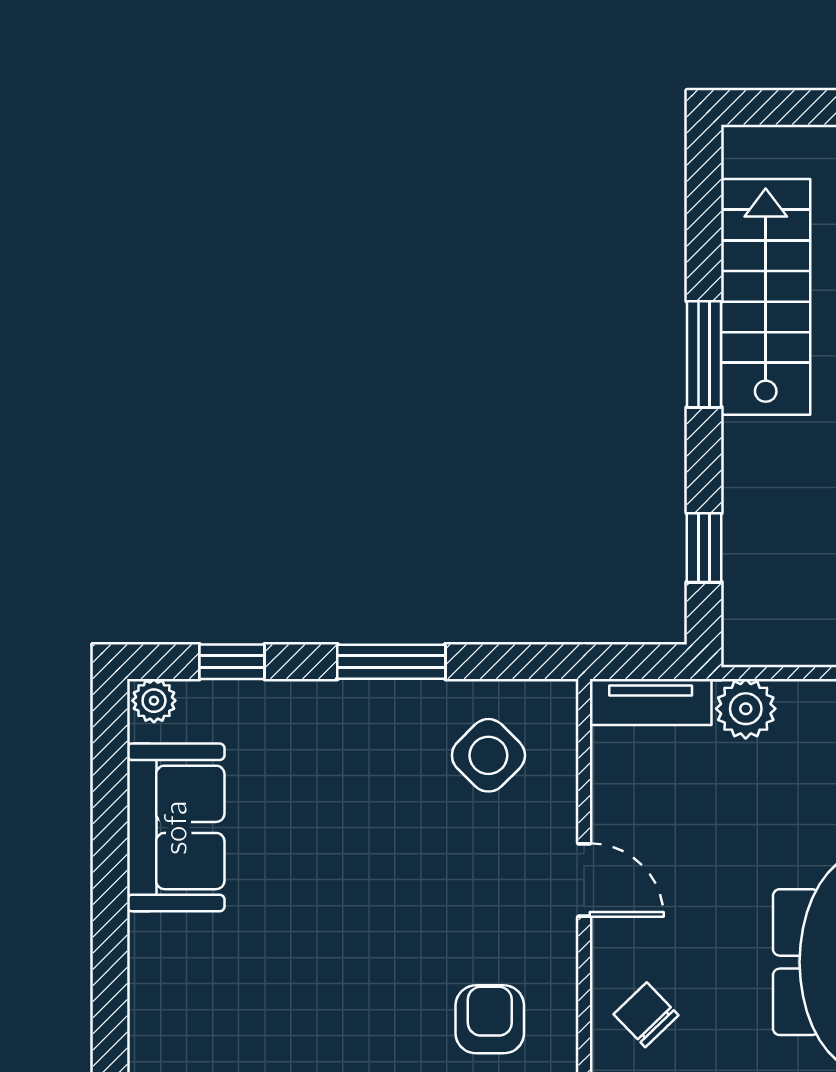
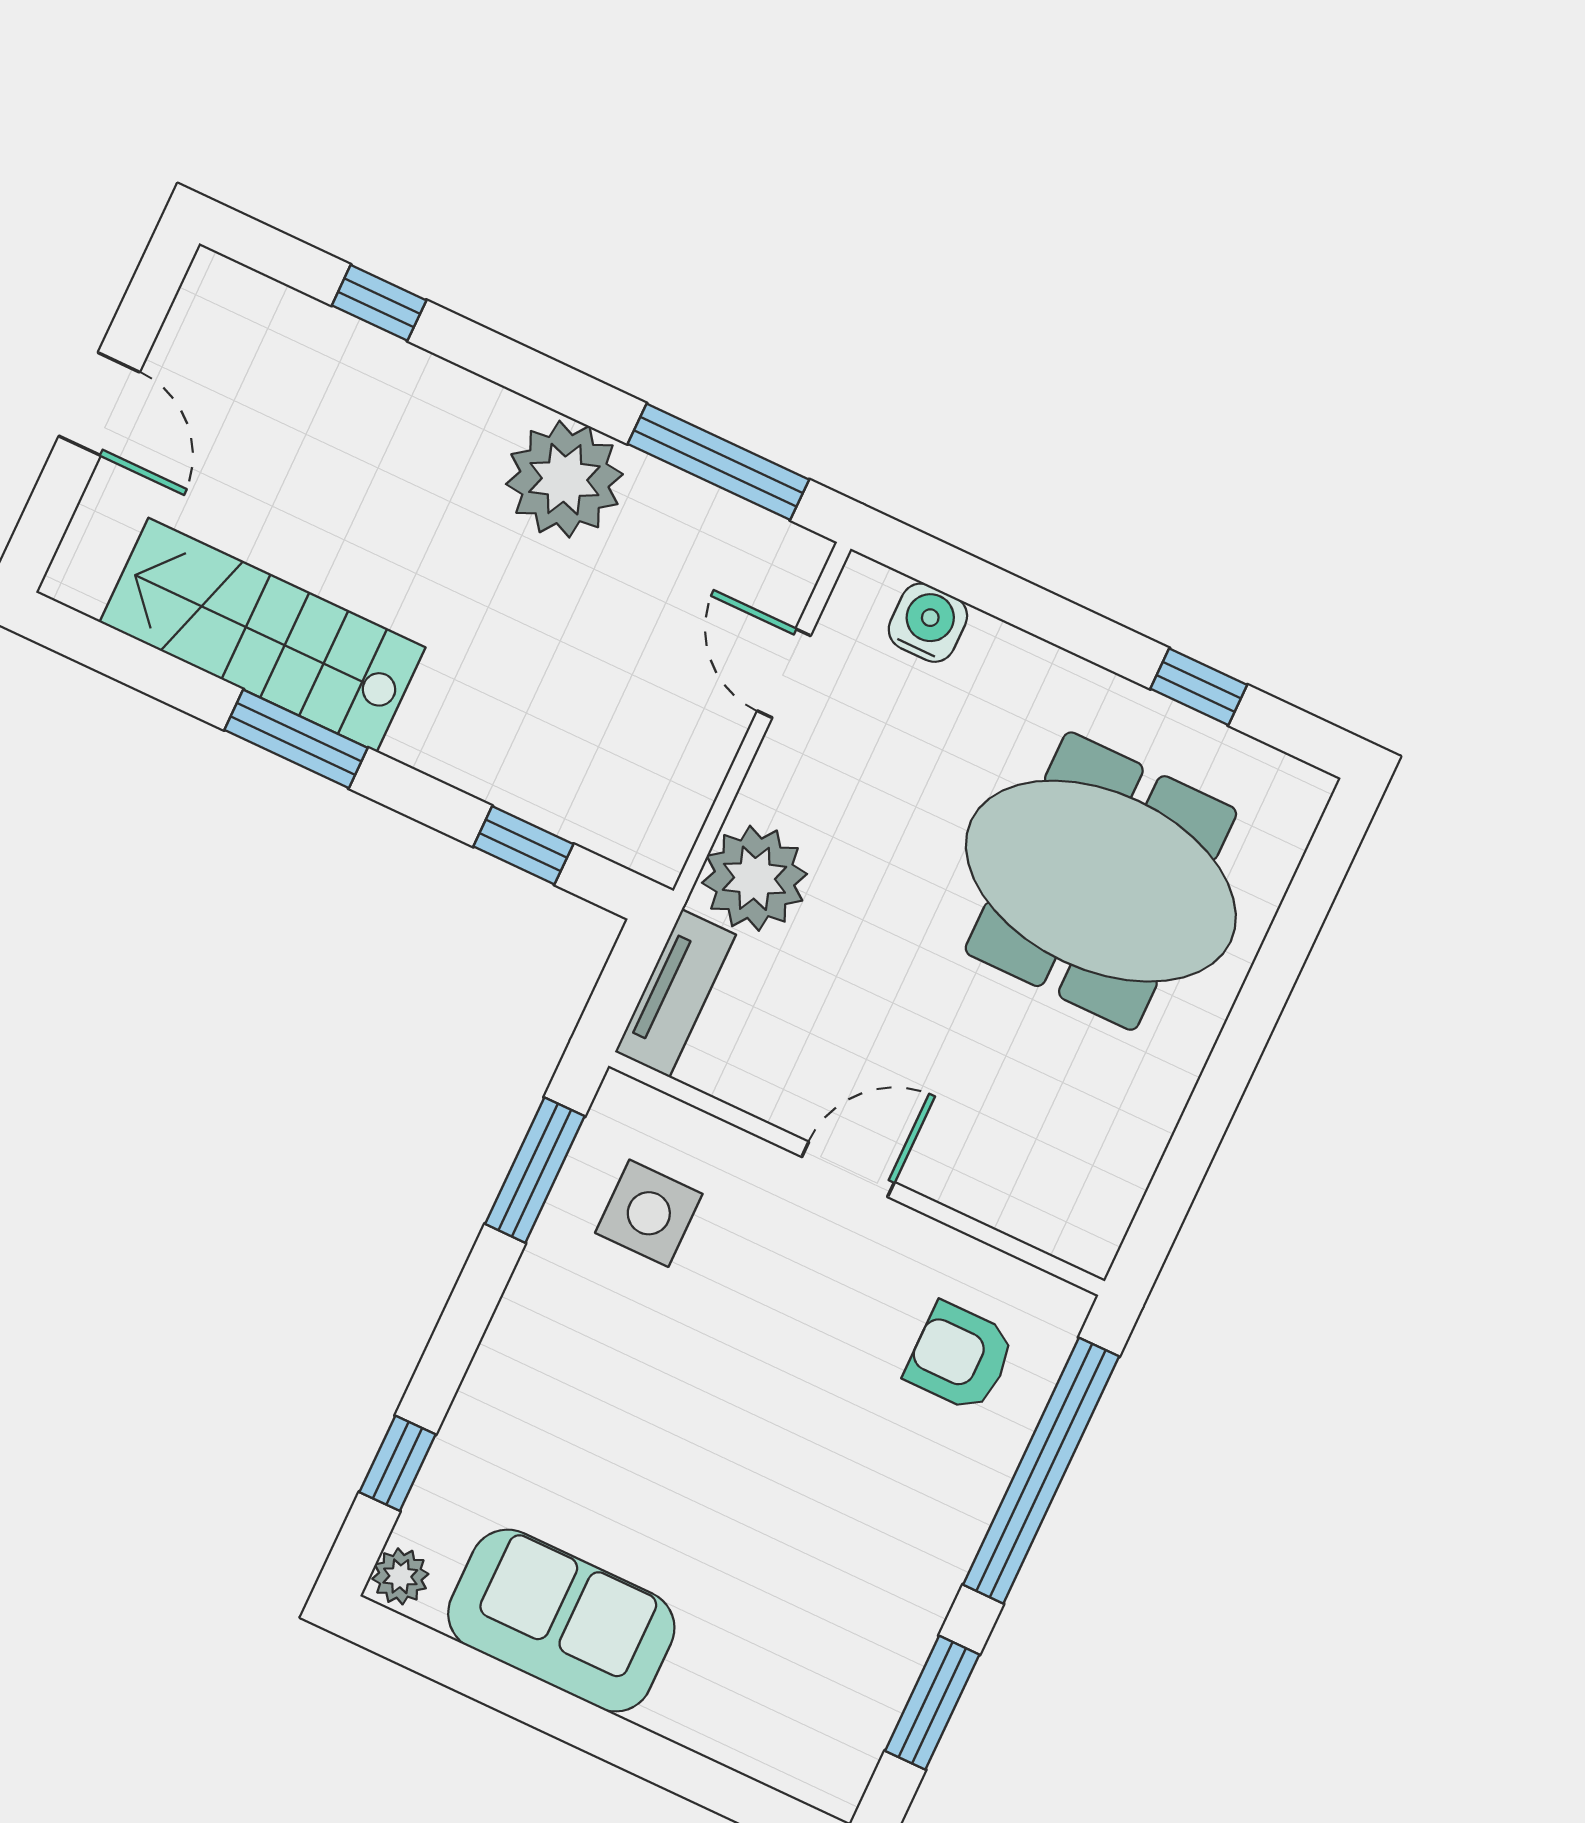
window: (391, 662) -> (535, 1170), moved
plant: (746, 709) -> (754, 878), width x1.36, depth x1.36
side table: (488, 755) -> (649, 1213), turned 45
chair: (646, 1015) -> (1041, 1171), removed

